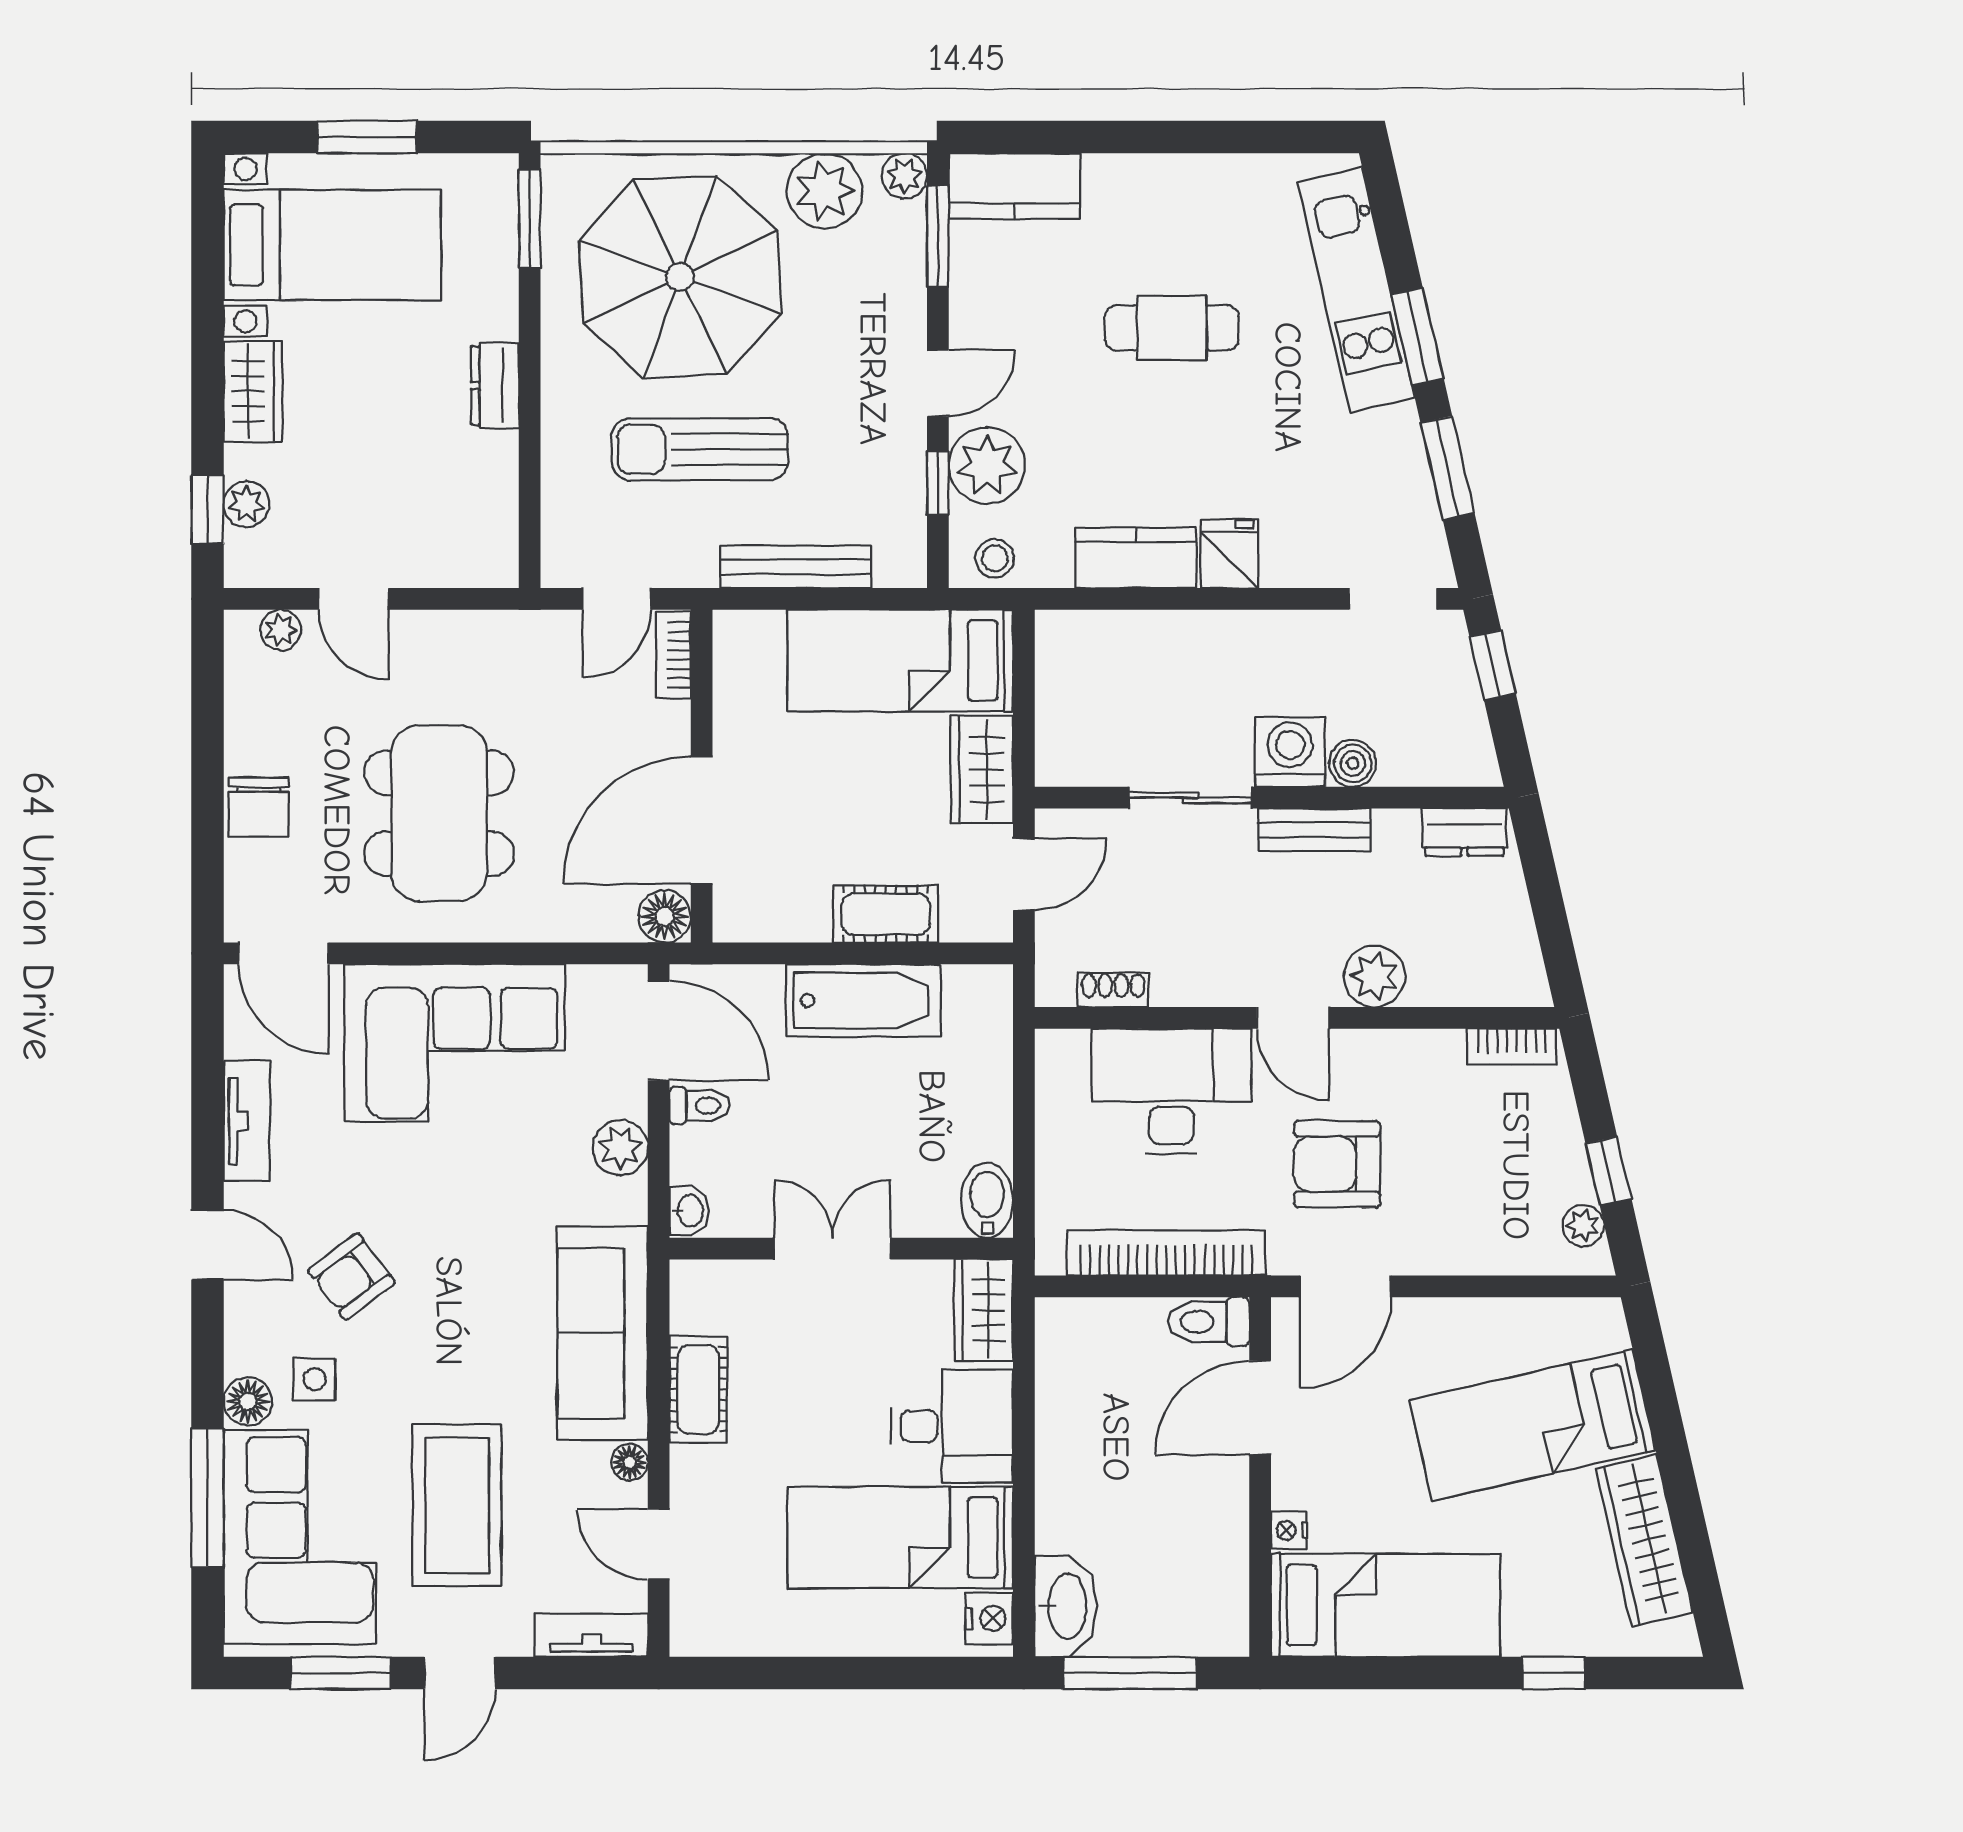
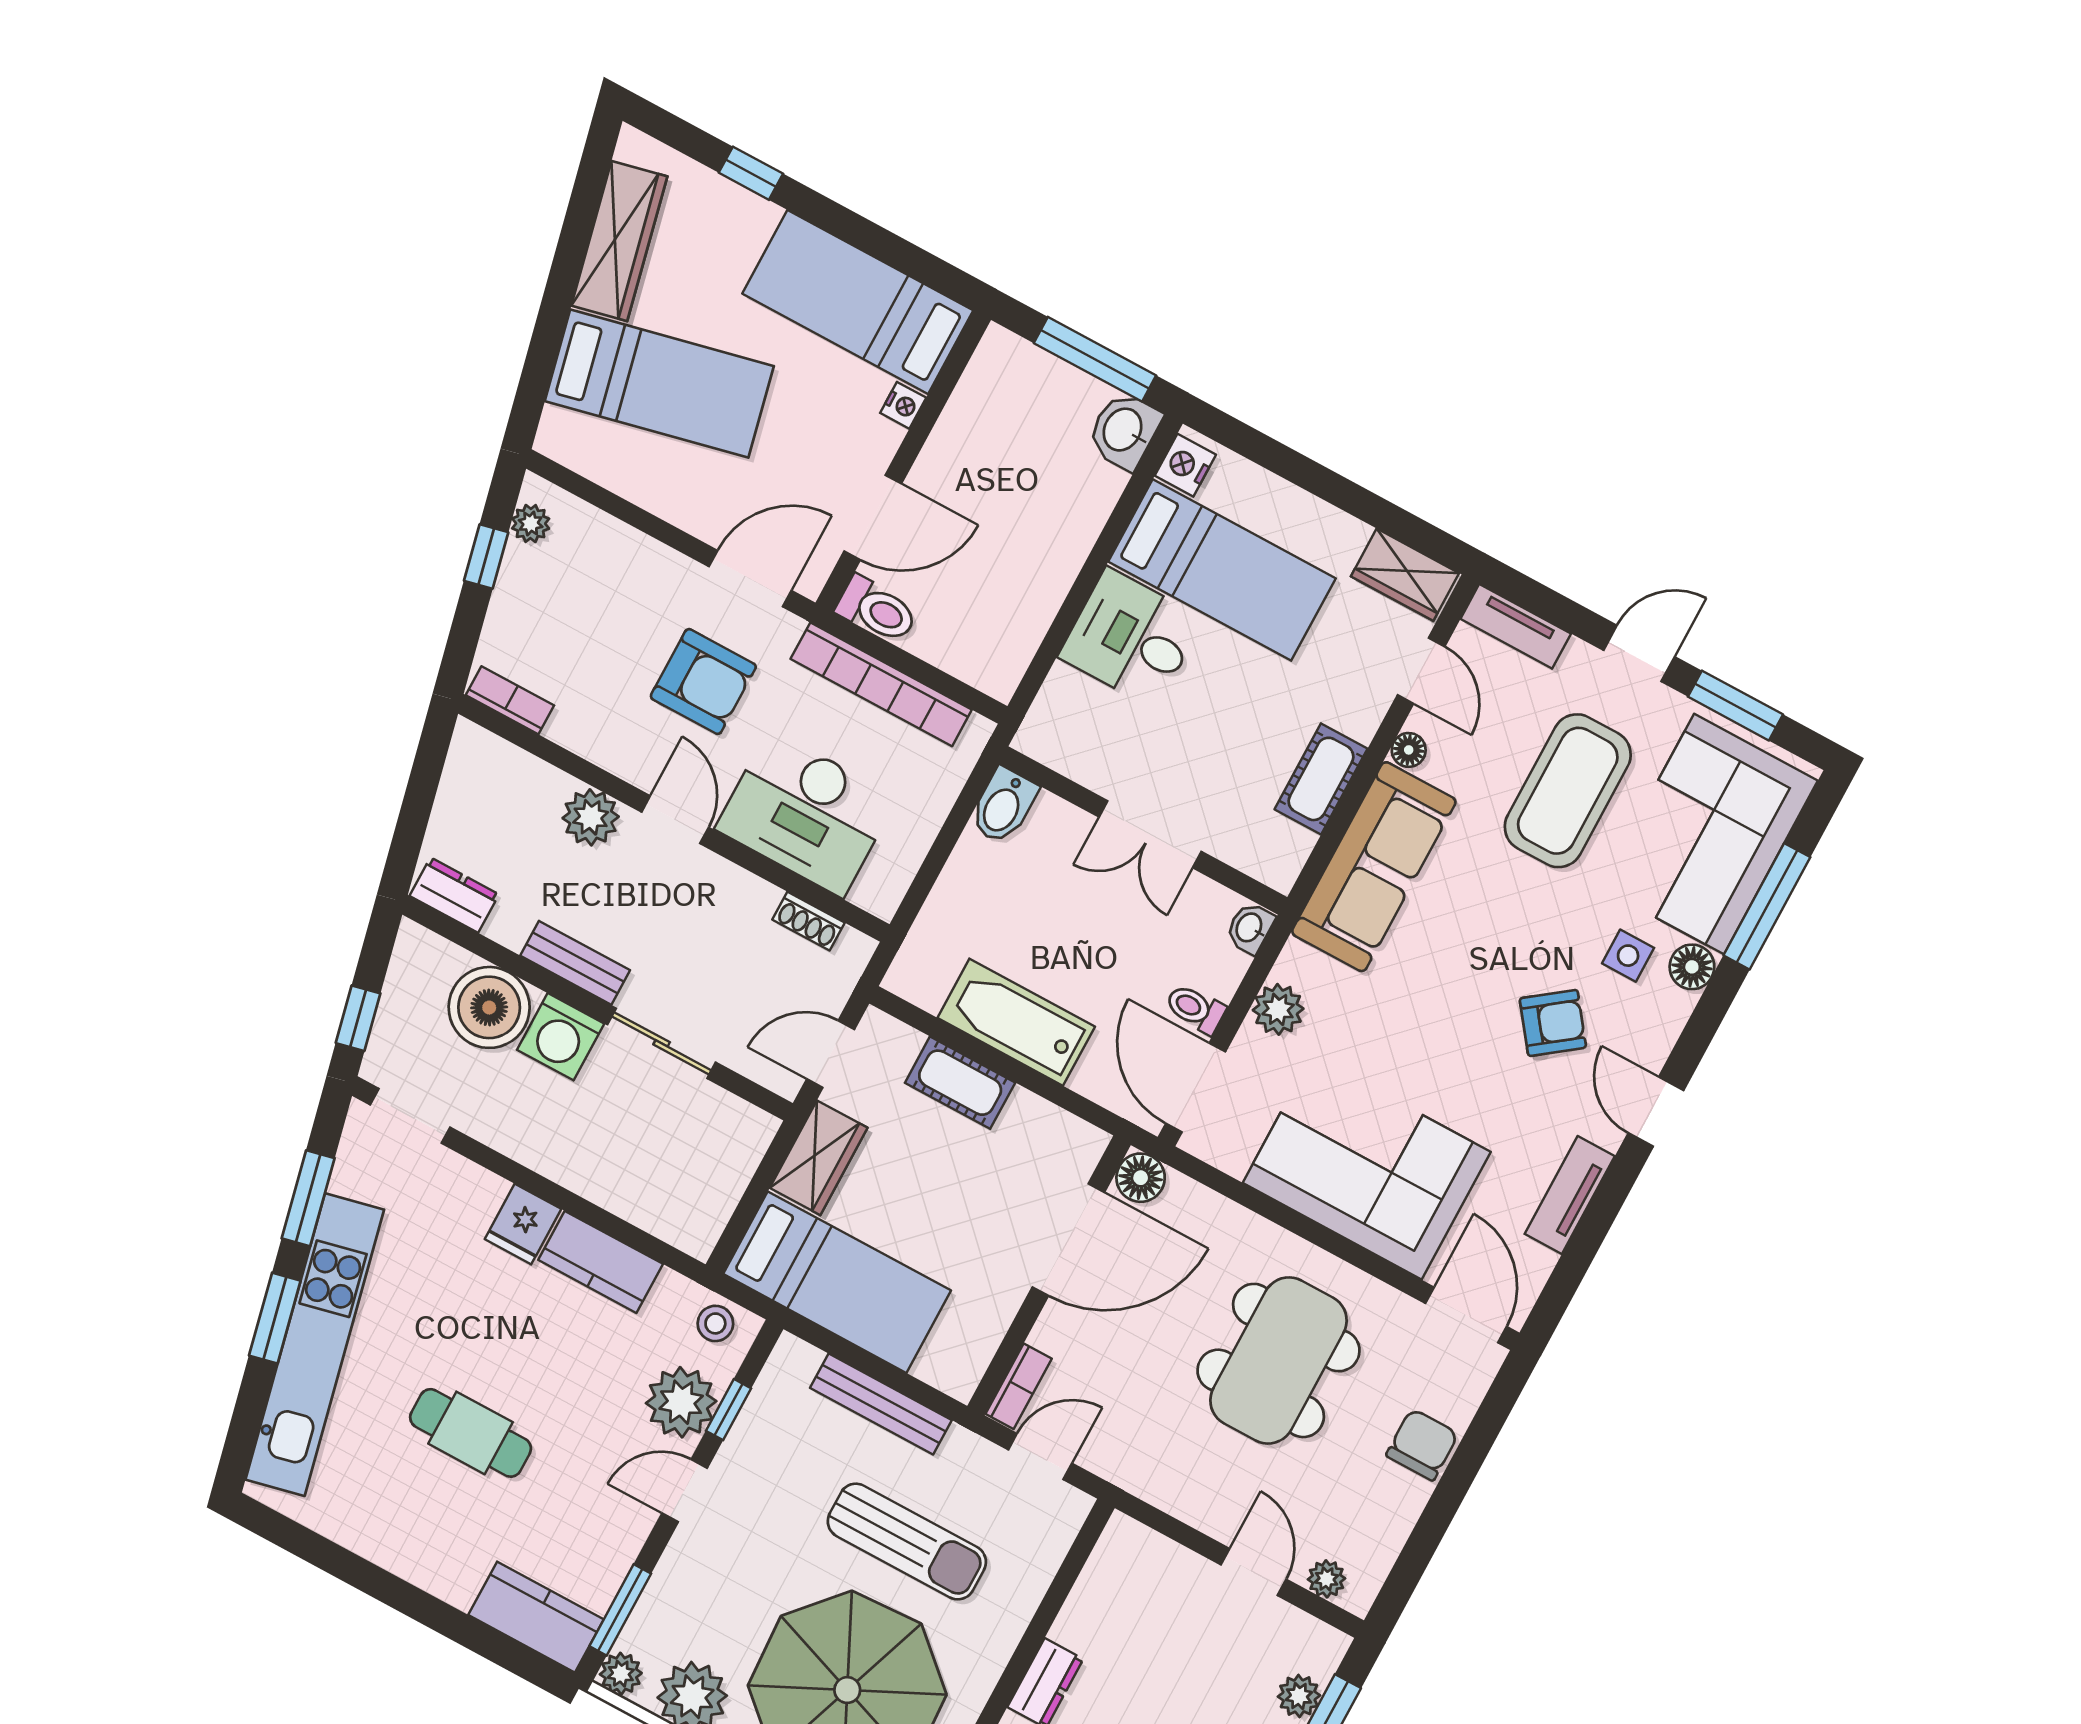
kitchen unit: (1356, 290) -> (315, 1345), width x1.36
boiler: (1353, 763) -> (489, 1007), width x1.86, depth x1.86
wardrobe: (984, 1310) -> (1405, 575), moved, turned 90
washbasin: (1066, 1606) -> (1124, 430), width x0.72

